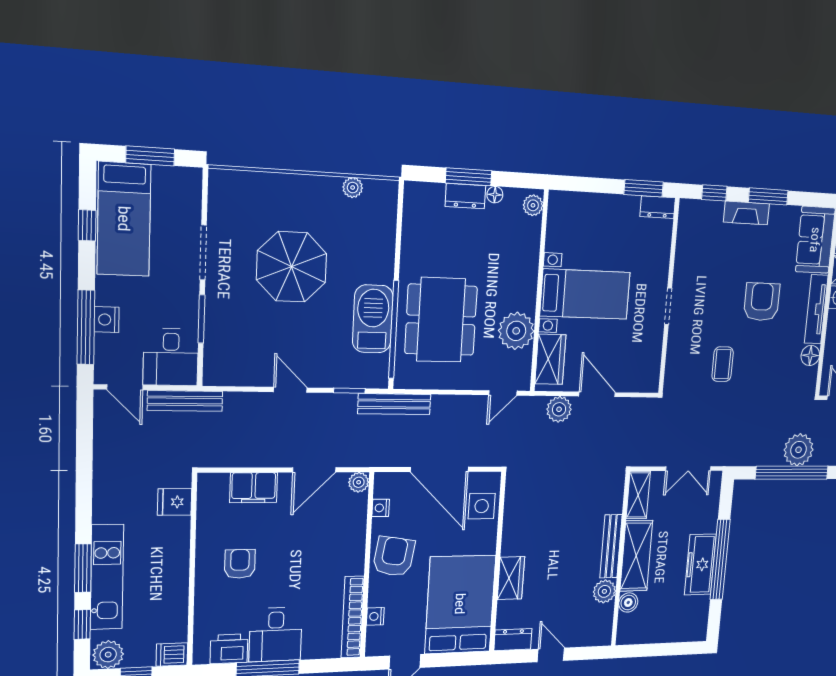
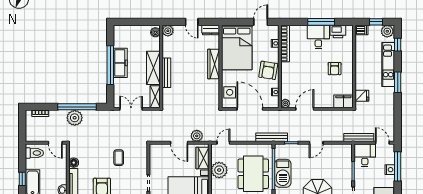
door: (290, 390) -> (316, 143), hinge flipped
filing cabinet: (254, 488) -> (343, 101), moved
window: (83, 568) -> (398, 82), moved
wardrobe: (511, 578) -> (214, 64), width x1.50
plant: (604, 591) -> (168, 31), moved
boiler: (628, 603) -> (155, 32), moved

